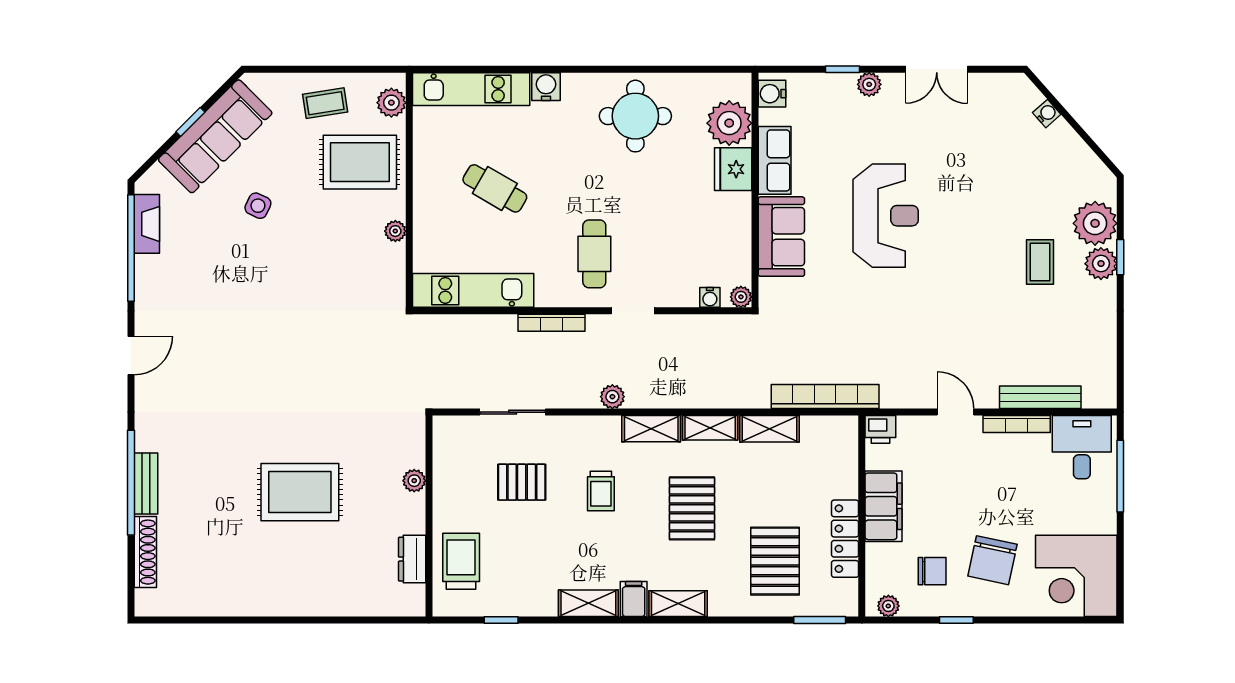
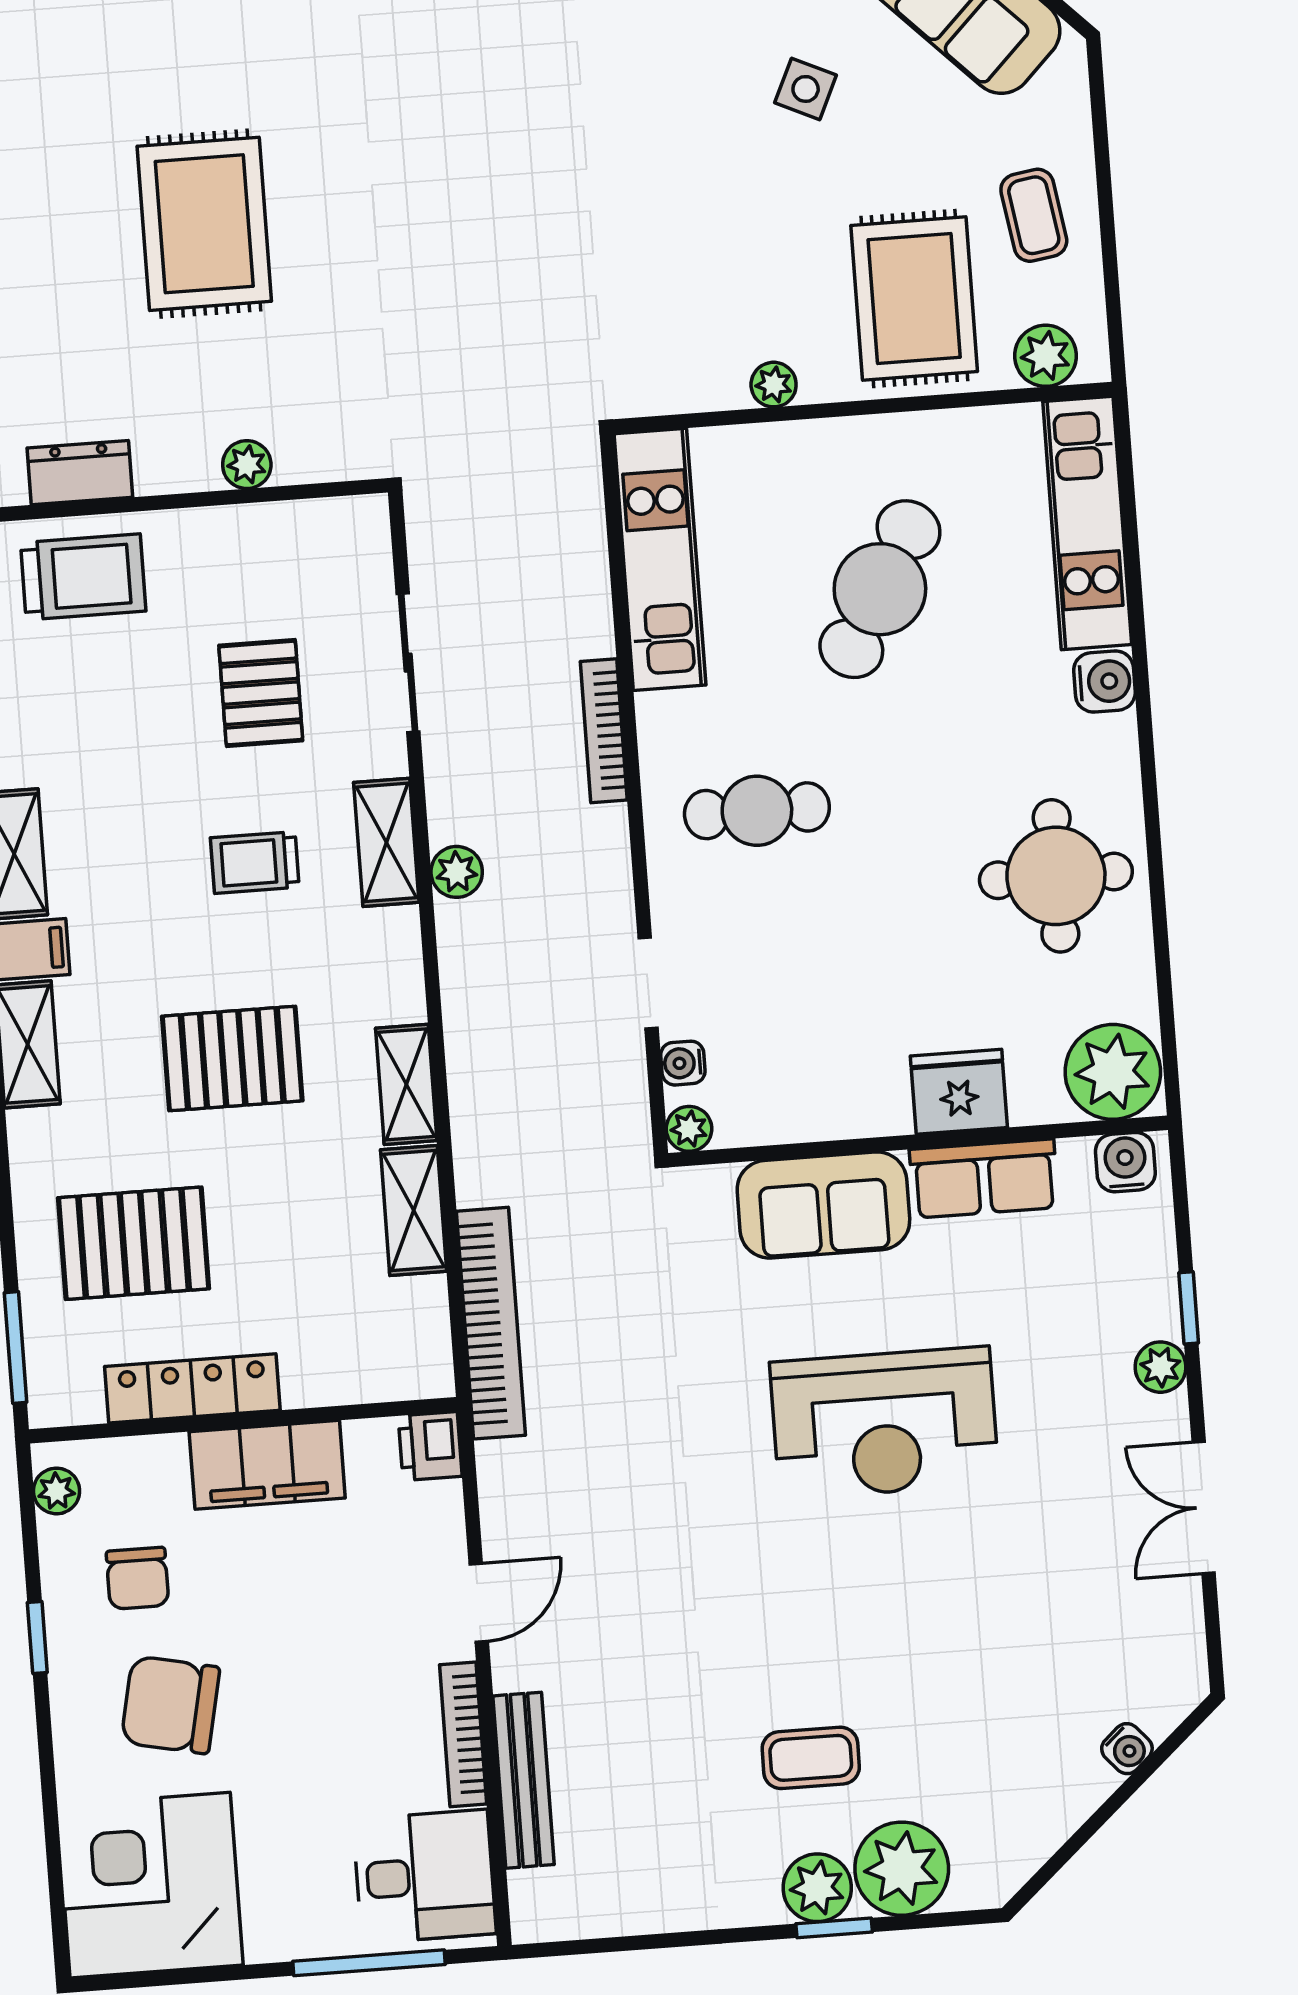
plant: (729, 123) -> (1113, 1072), moved
cafe table: (495, 188) -> (880, 589), width x1.37, depth x1.35
doorway: (633, 311) -> (648, 983), moved
shelving: (651, 429) -> (386, 842), moved

